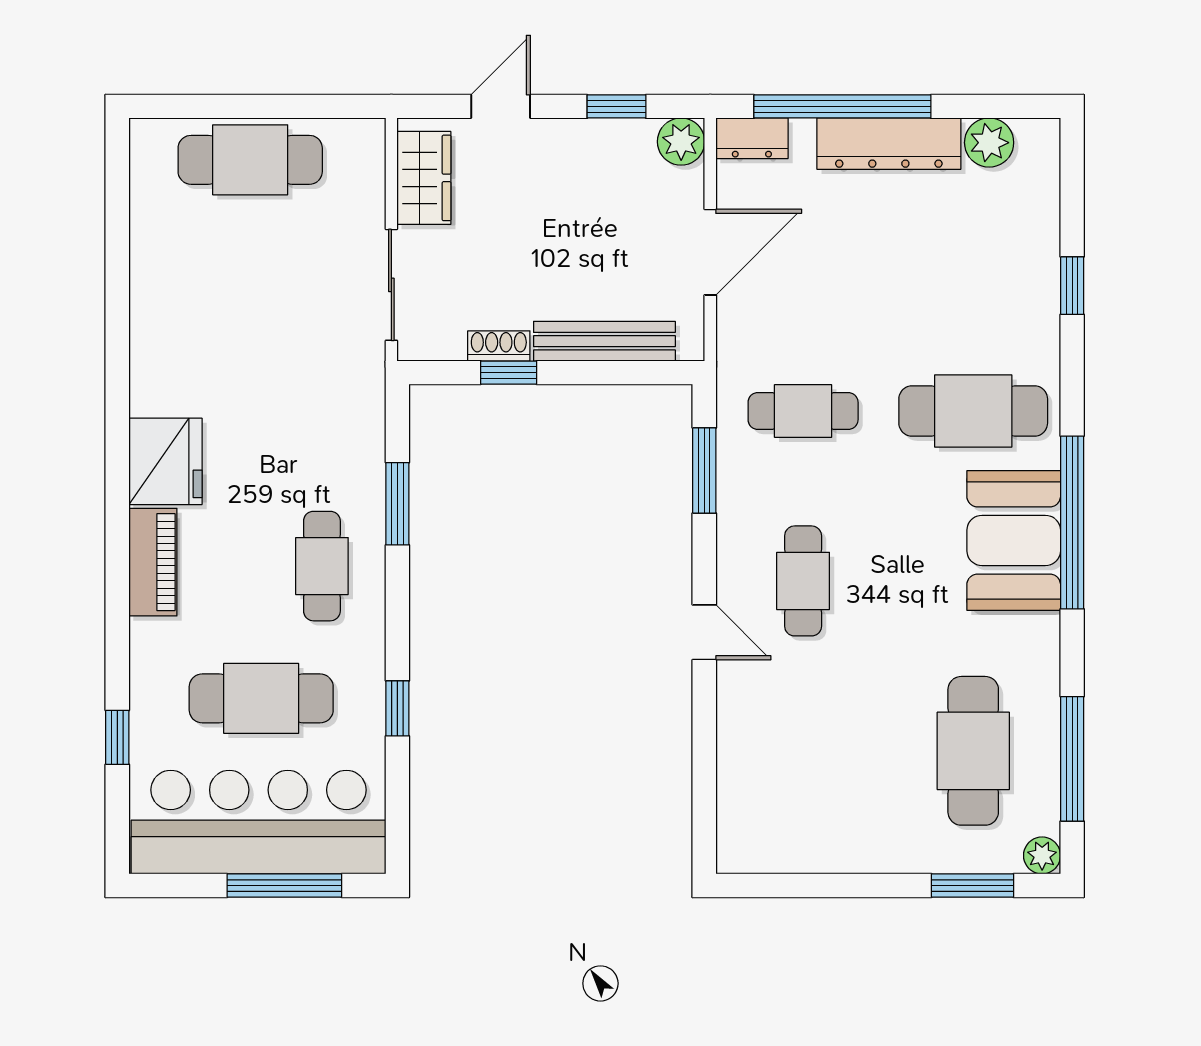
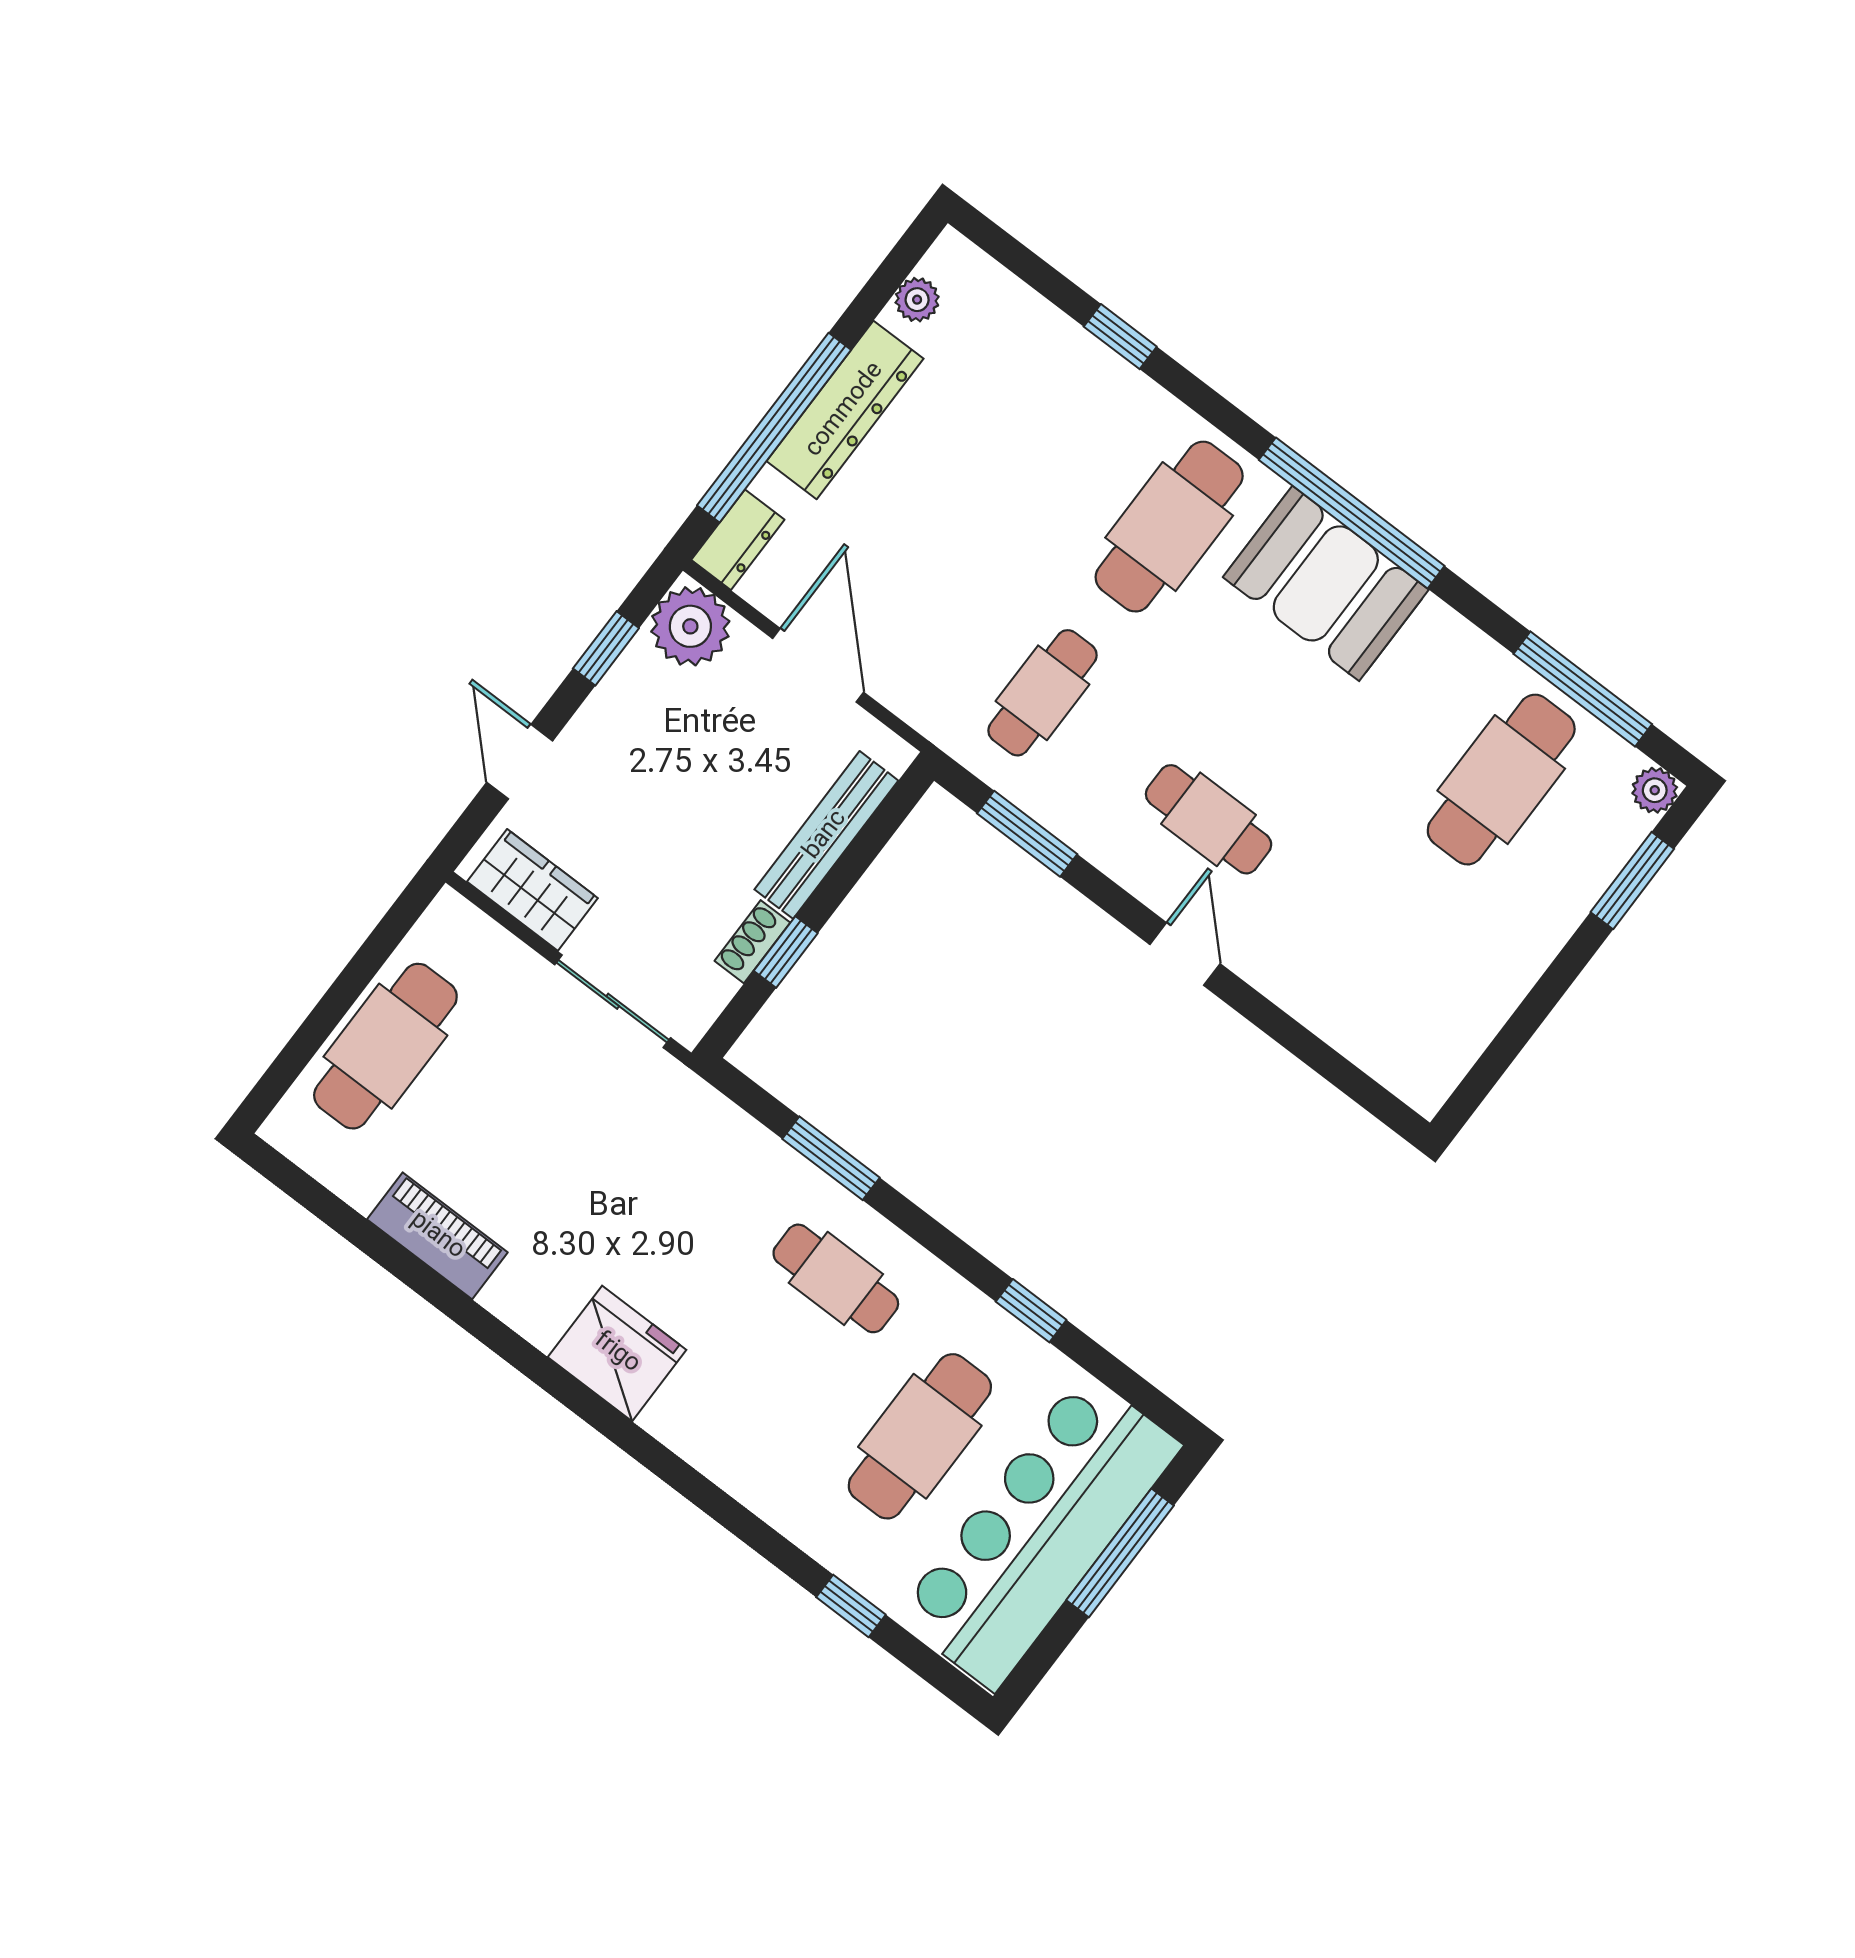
plant: (681, 142) -> (690, 626), width x1.36, depth x1.36
plant: (989, 143) -> (917, 300), width x0.73, depth x0.73
piano: (153, 562) -> (437, 1236), moved
door: (704, 632) -> (1185, 954), hinge flipped
cafe table: (973, 751) -> (1501, 780), turned 90

